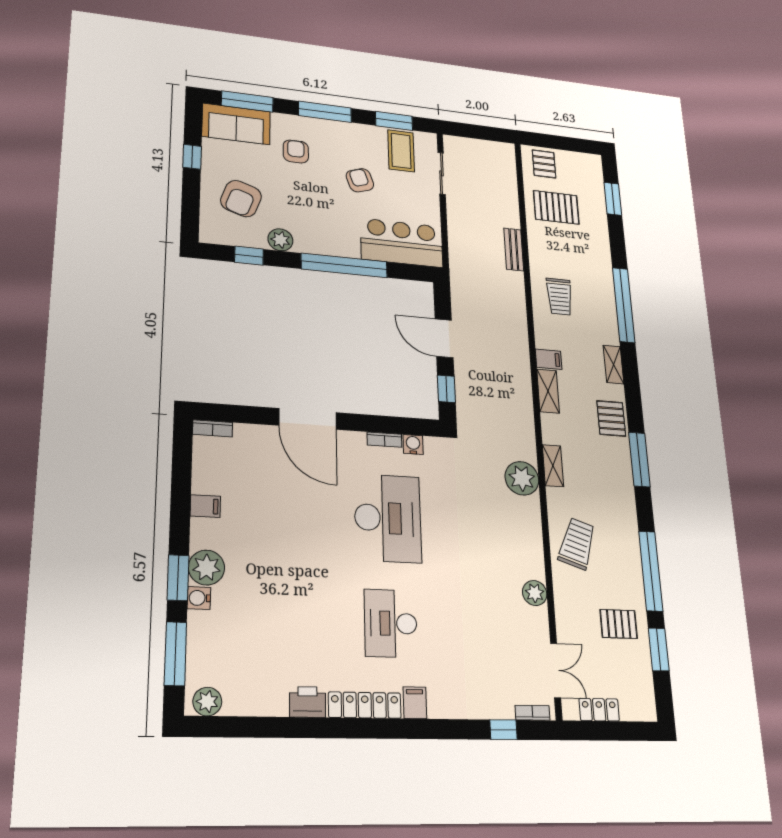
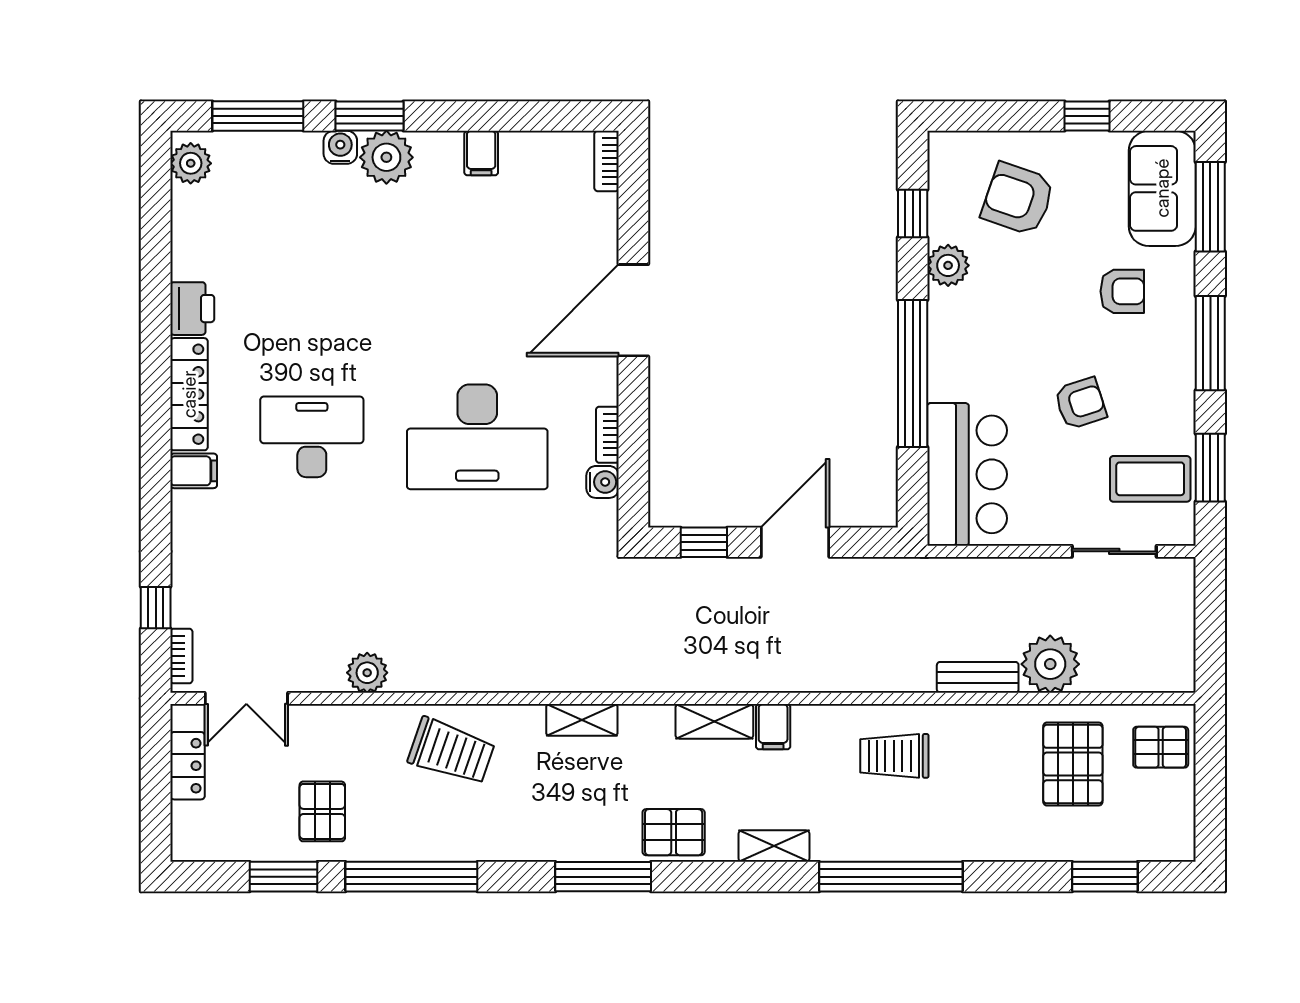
plant: (522, 478) -> (1050, 664), moved

